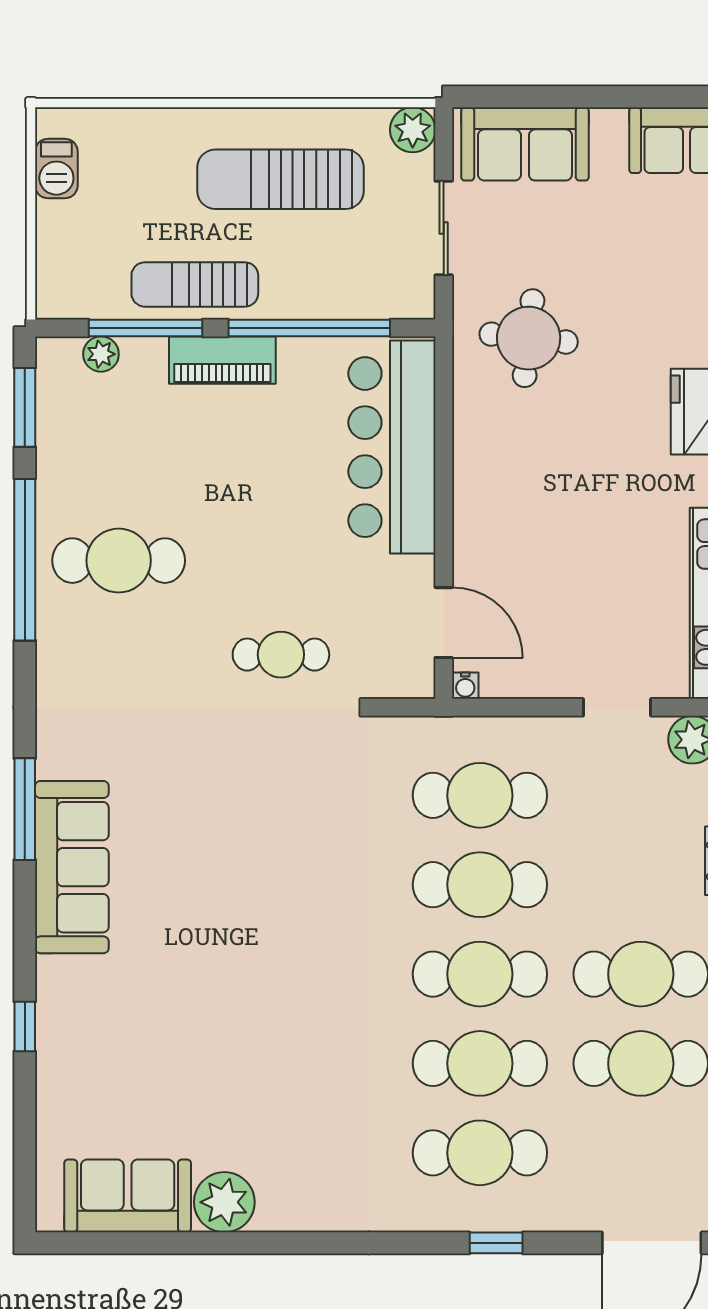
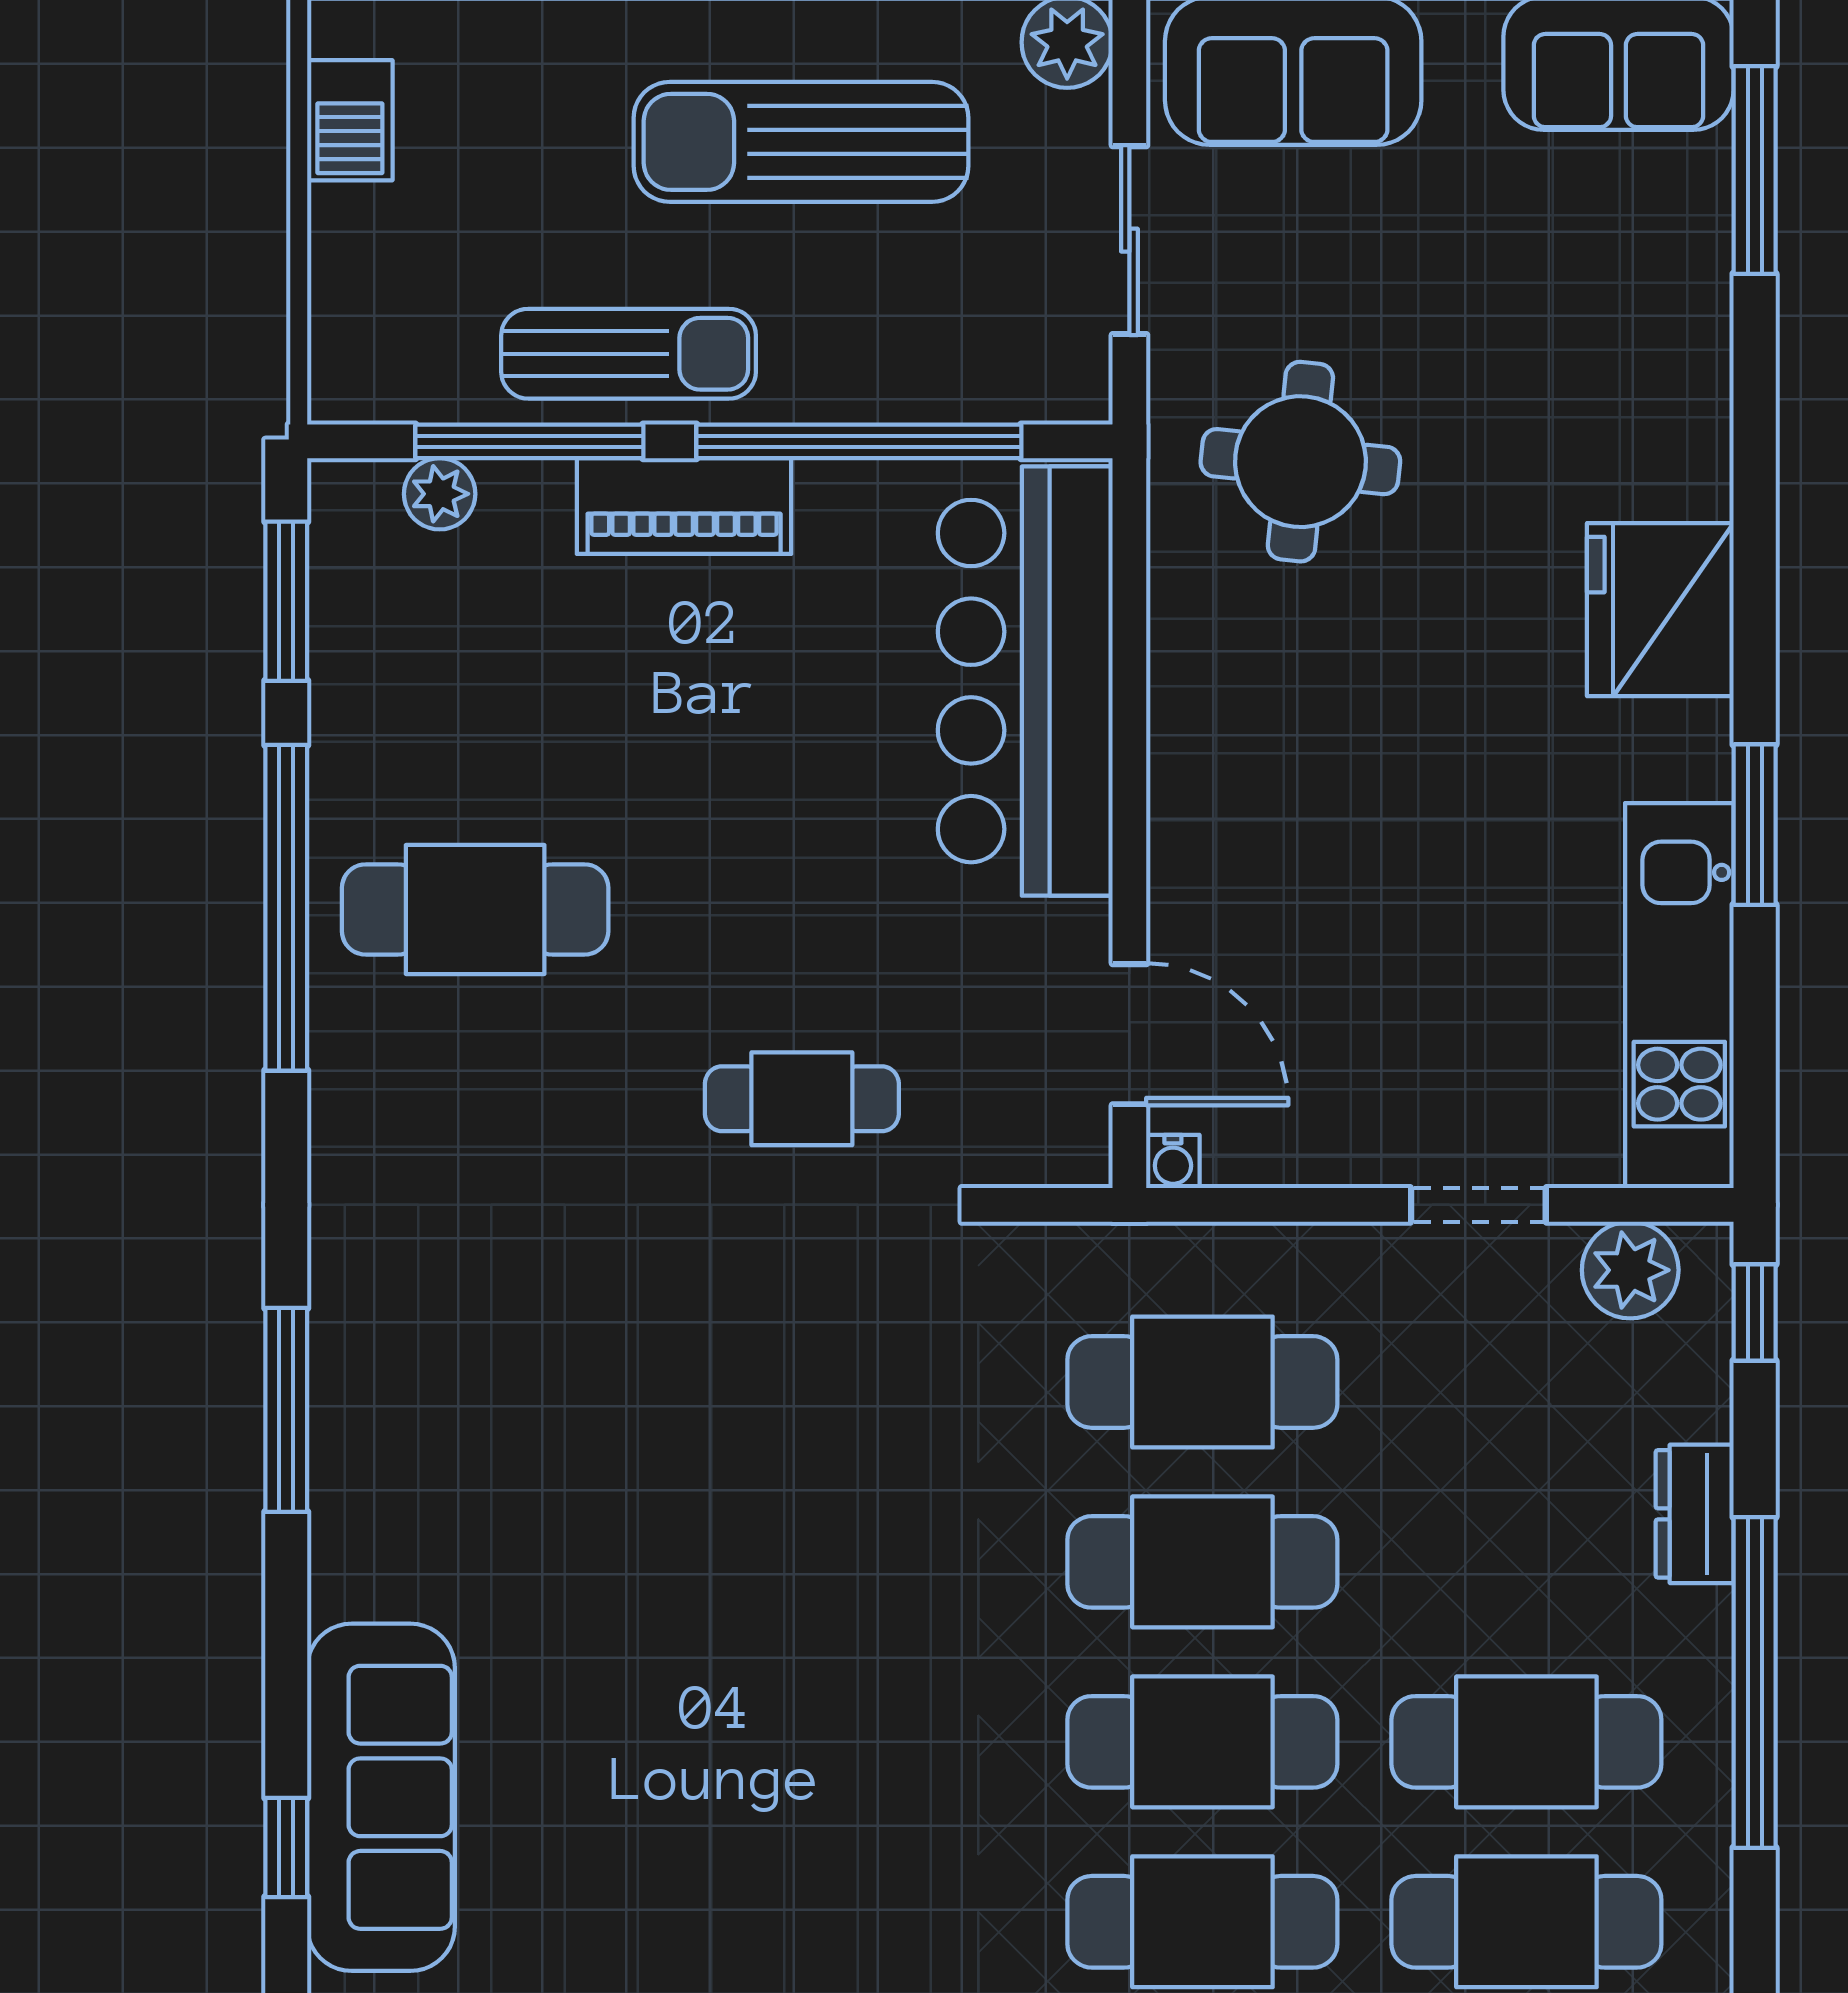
sun lounger: (195, 284) -> (629, 354), turned 180
sofa: (72, 867) -> (381, 1797), moved

